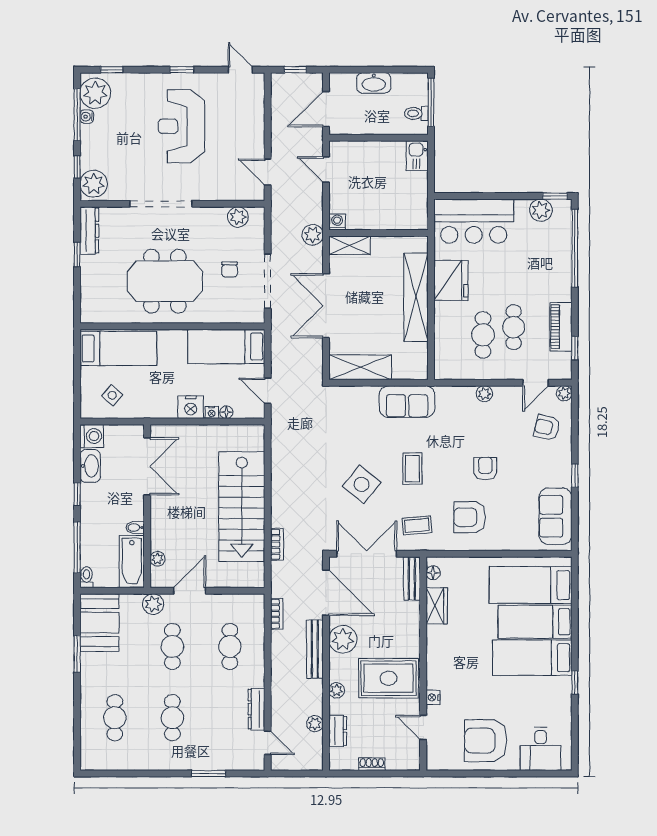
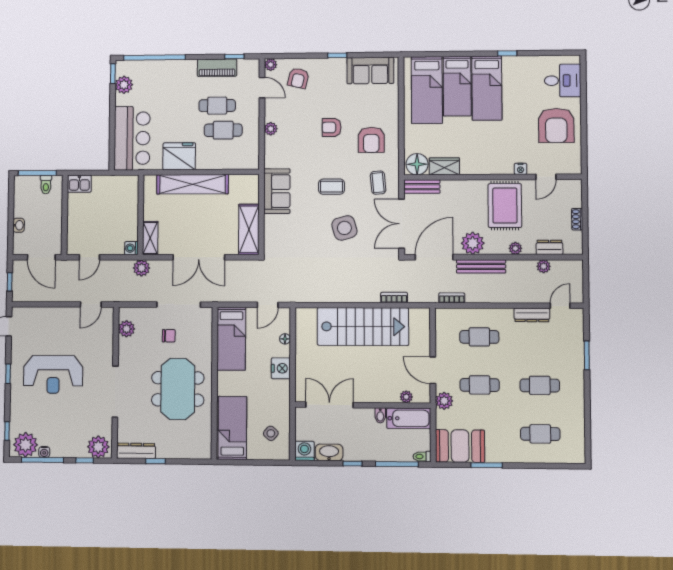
washbasin: (374, 83) -> (19, 225), width x0.52, depth x0.69
nightstand: (212, 412) -> (285, 351), removed
side table: (362, 484) -> (344, 228), turned 35
floor lamp: (433, 573) -> (417, 164), width x1.89, depth x1.89

